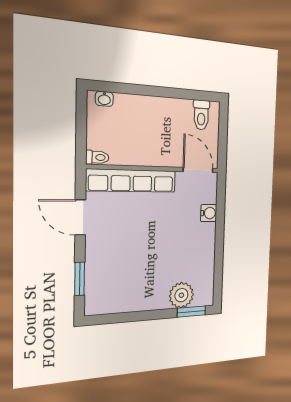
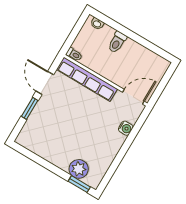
toilet: (201, 115) -> (117, 42), moved
door: (198, 170) -> (133, 97), hinge flipped
window: (80, 279) -> (30, 108), moved

